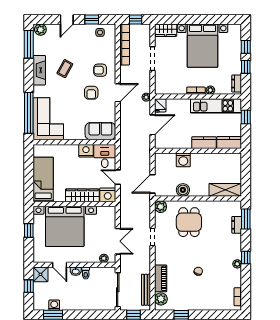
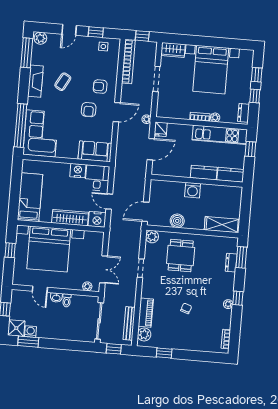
washing machine: (183, 160) -> (193, 190), moved
shower: (40, 274) -> (16, 328), moved

